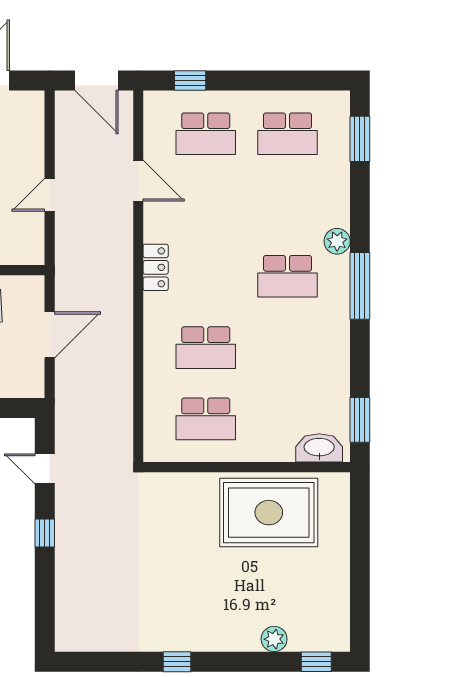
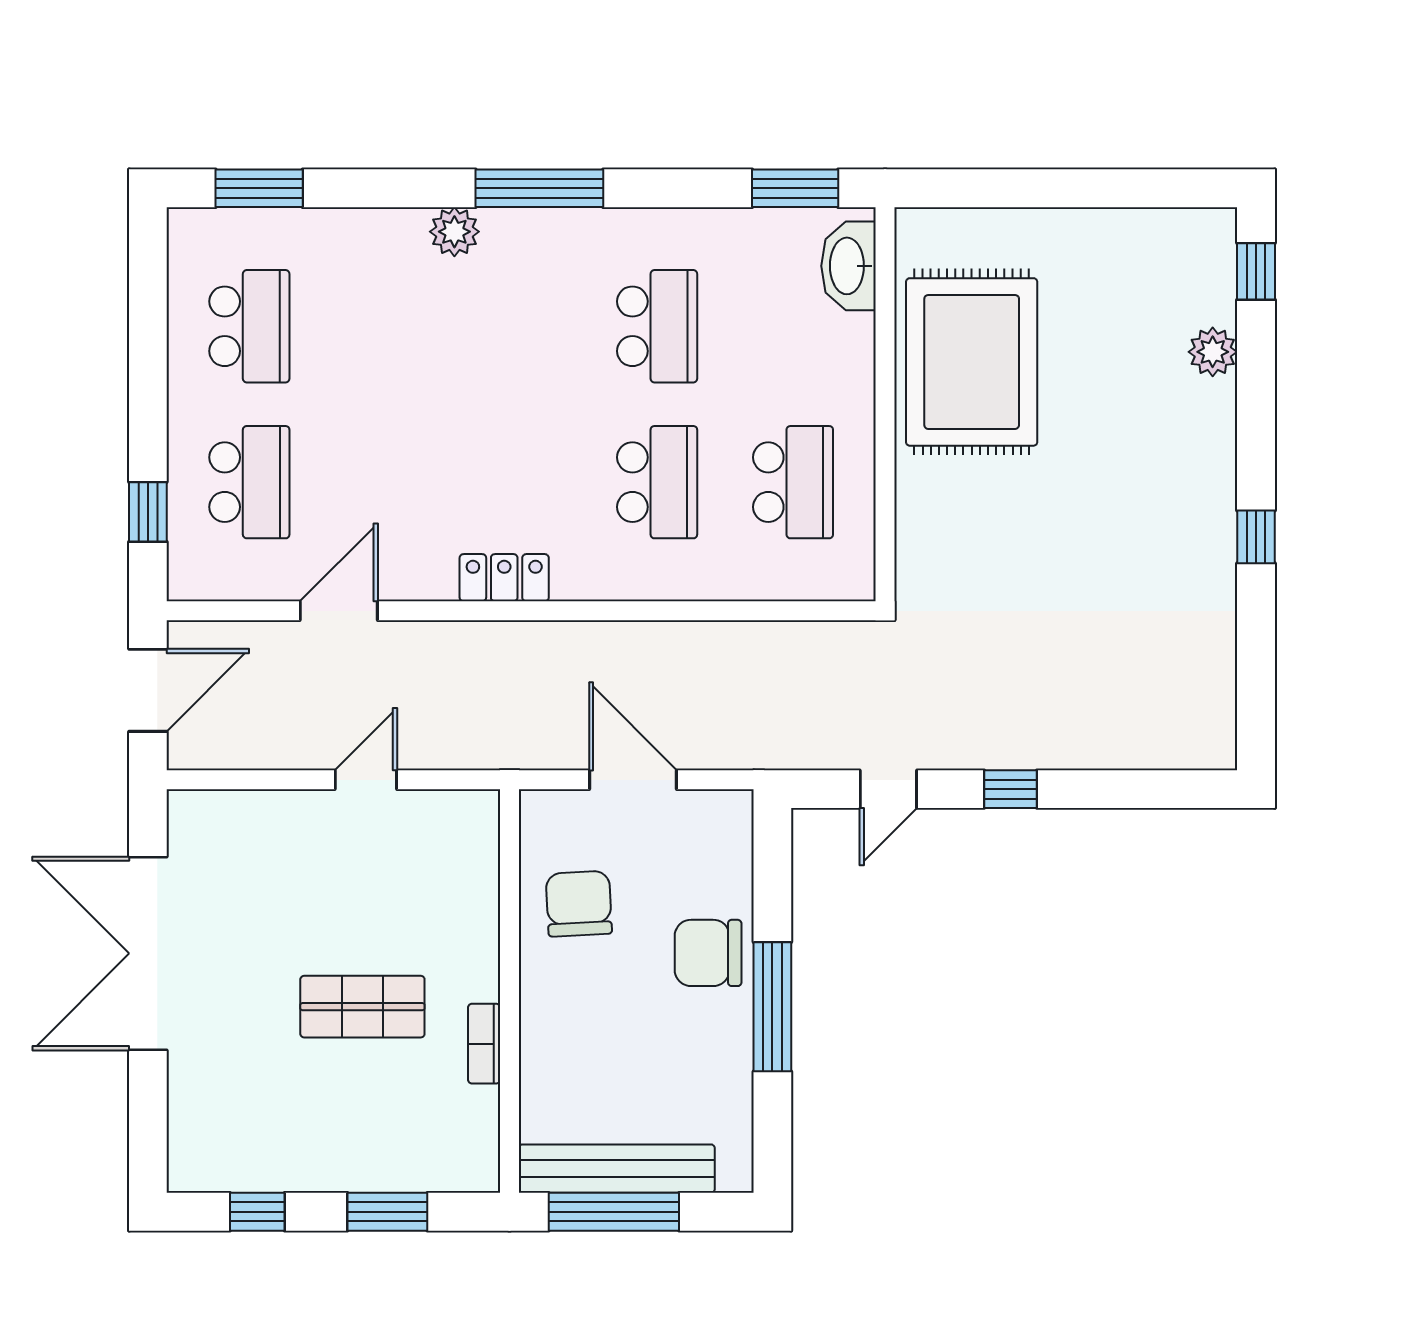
door: (50, 195) -> (366, 780), swing flipped
school desk: (287, 276) -> (657, 326), moved

